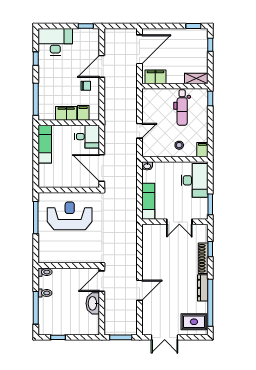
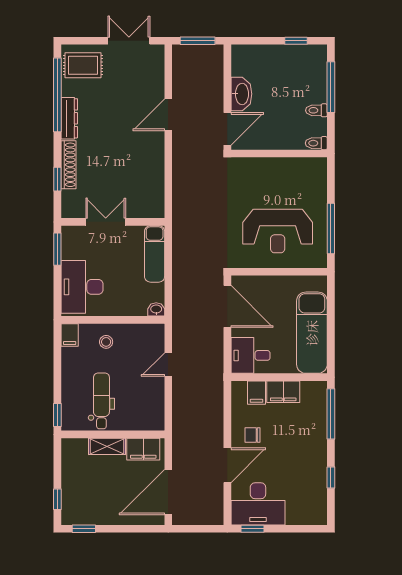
desk: (55, 42) -> (258, 504), moved
shelving: (196, 78) -> (107, 446), moved
exam couch: (45, 144) -> (312, 333), width x1.36, depth x1.45

